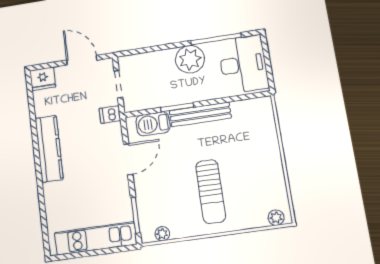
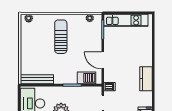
bench: (200, 114) -> (37, 79), moved
kitchen counter: (49, 149) -> (146, 79), width x0.67
door: (128, 159) -> (103, 60), hinge flipped

